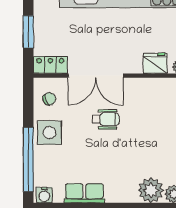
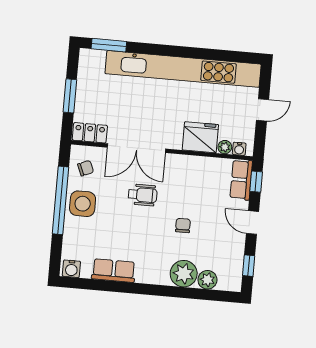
fridge: (155, 63) -> (200, 137), width x1.36, depth x1.34
chair: (146, 145) -> (183, 225), added
window: (28, 159) -> (61, 200), moved

